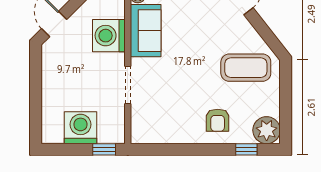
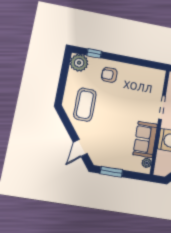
coffee table: (246, 68) -> (85, 105), turned 90
armchair: (218, 120) -> (109, 75), turned -90

